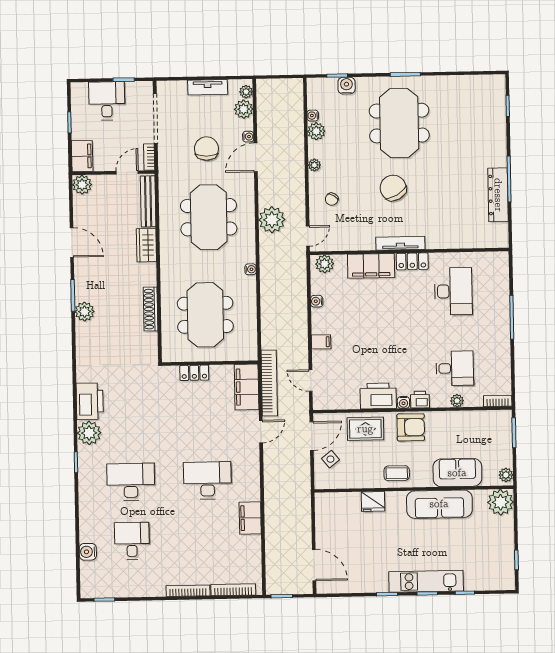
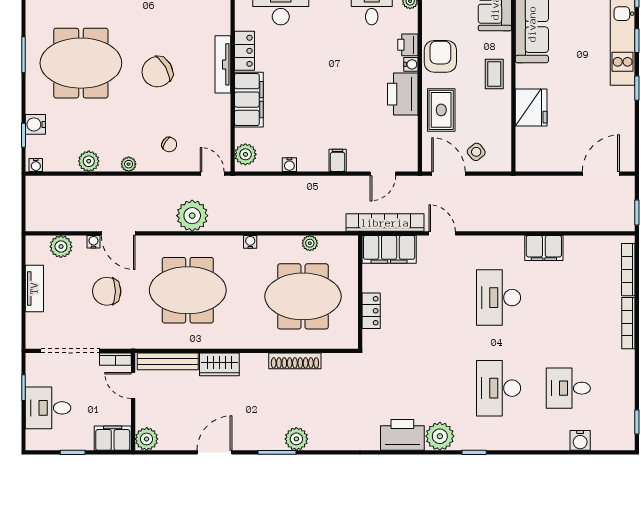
plant: (246, 92) -> (310, 243), moved
water cooler: (313, 116) -> (36, 165), moved
fridge: (373, 501) -> (531, 108), width x1.36, depth x1.34

